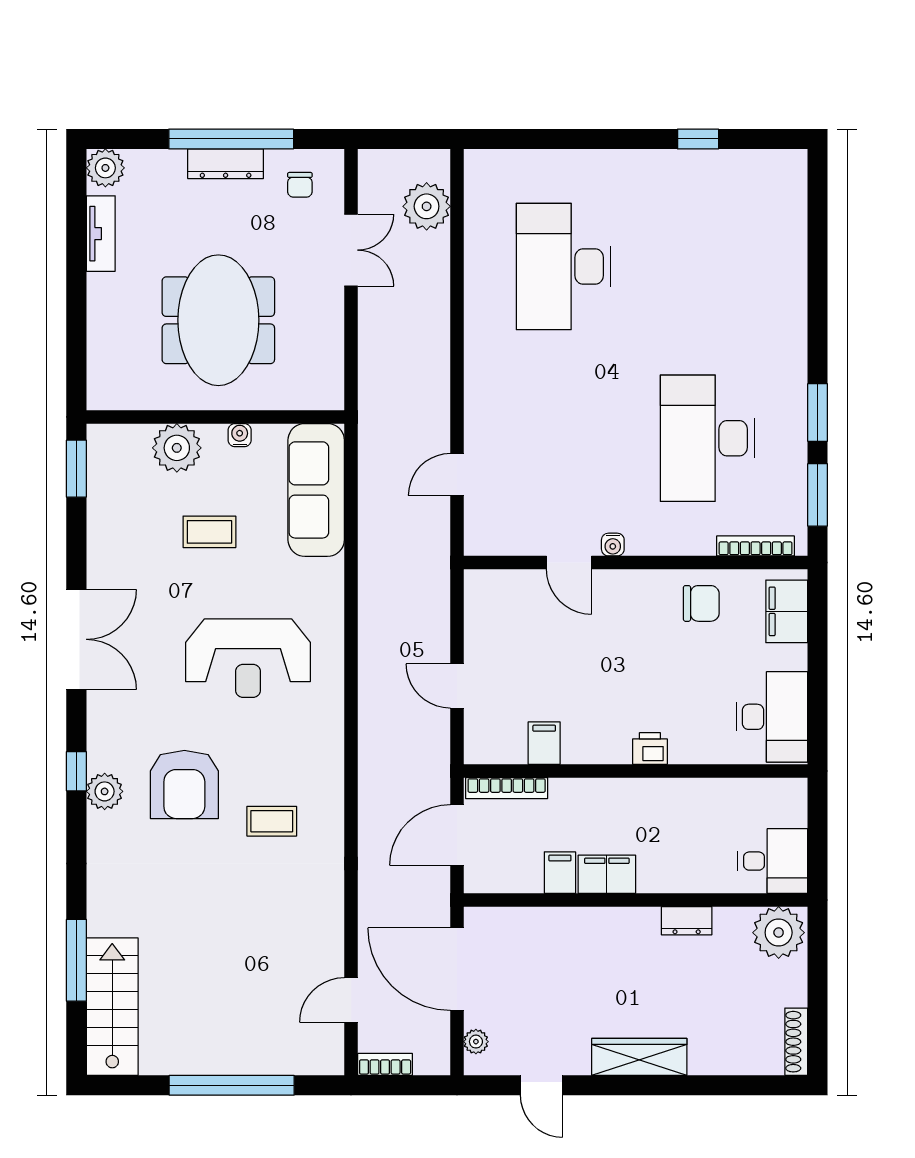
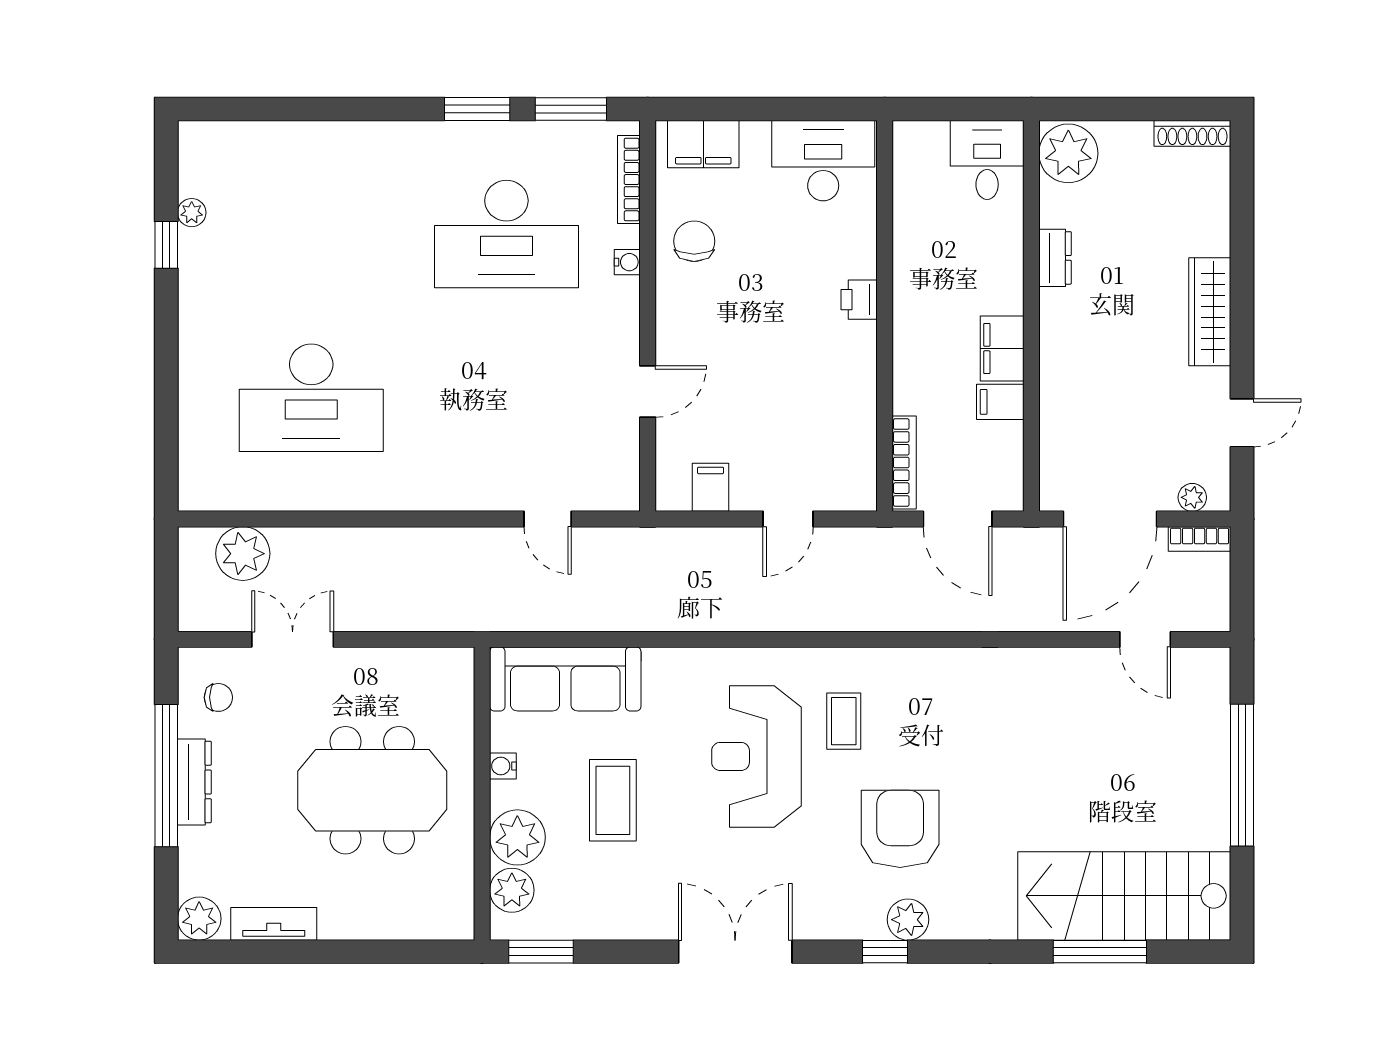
plant: (726, 161) -> (192, 213), added
plant: (130, 443) -> (512, 890), added
coffee table: (209, 532) -> (613, 800), width x1.36, depth x1.30
water cooler: (613, 545) -> (627, 262), moved
reception desk: (248, 658) -> (756, 756), turned 180
filing cabinet: (544, 743) -> (711, 487), moved, turned 90
armchair: (184, 785) -> (900, 829), turned -90
coffee table: (272, 821) -> (844, 721), moved
stairs: (112, 1007) -> (1124, 896), width x1.36, depth x1.51
bookcase: (385, 1064) -> (1200, 539), moved, turned -90

